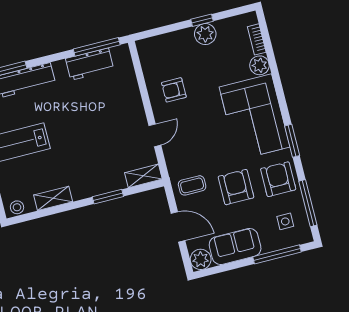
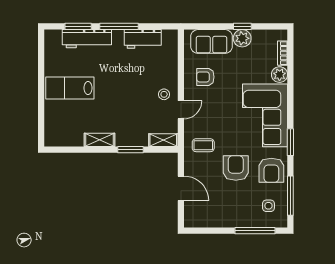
window: (97, 47) -> (119, 26), moved
armchair: (278, 179) -> (271, 170), turned 180
coffee table: (192, 185) -> (203, 145), moved
shelving: (53, 198) -> (100, 140), moved
stool: (17, 207) -> (164, 94), moved
sofa: (235, 246) -> (211, 41), moved, turned 180
plant: (201, 259) -> (192, 219), removed

